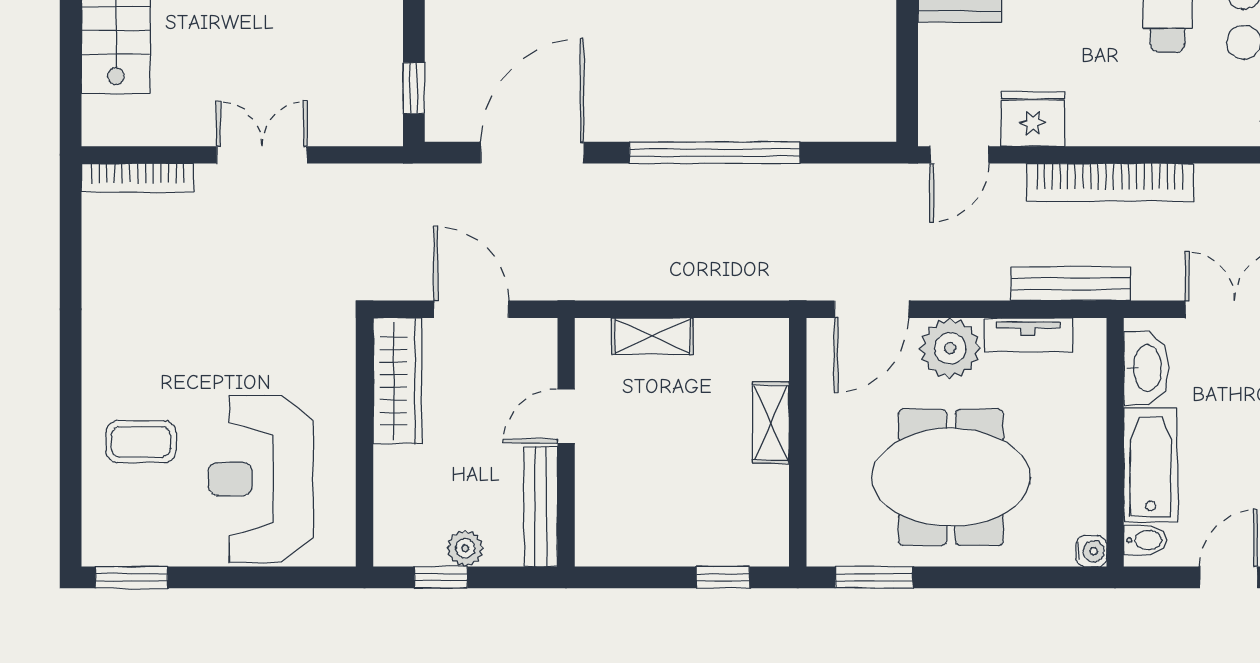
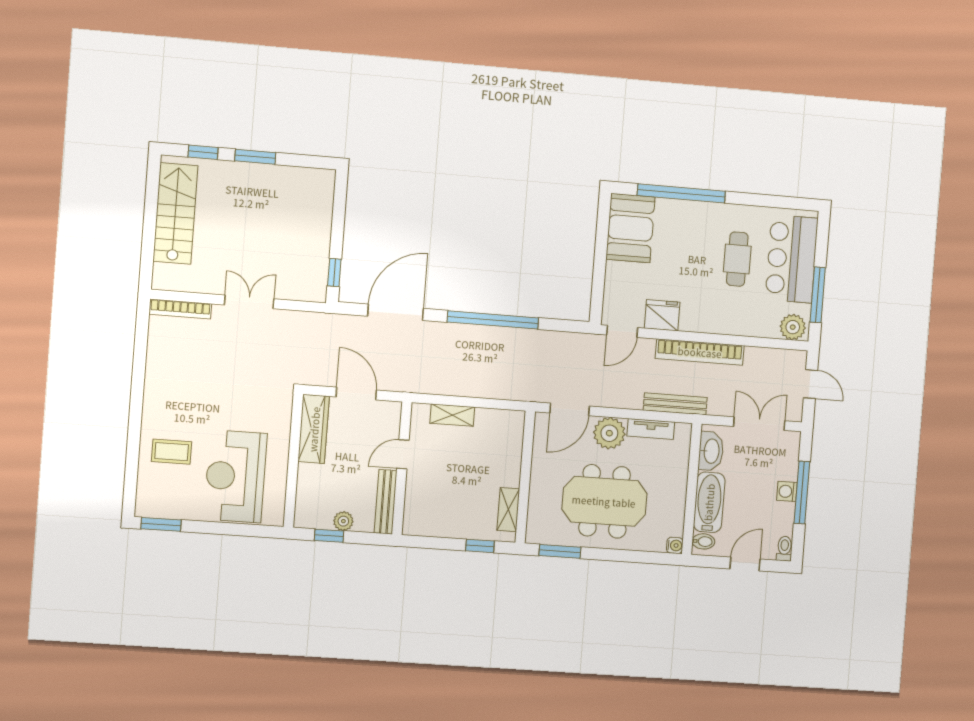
shelving: (771, 423) -> (508, 510), moved

